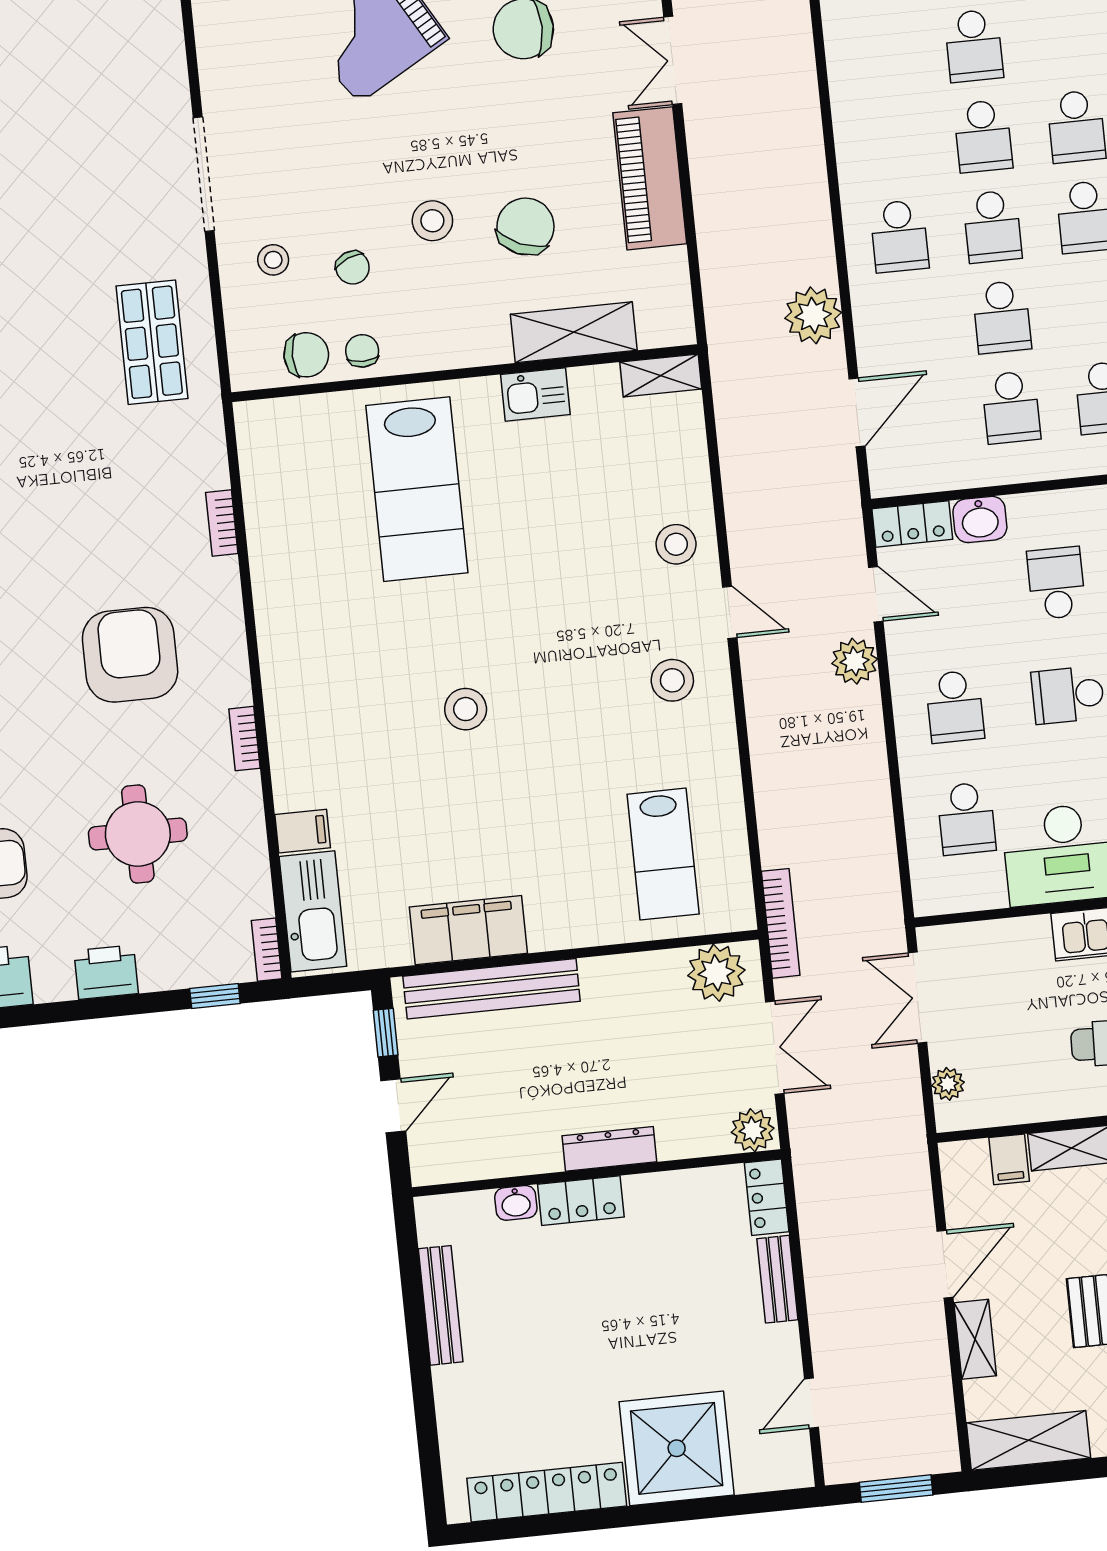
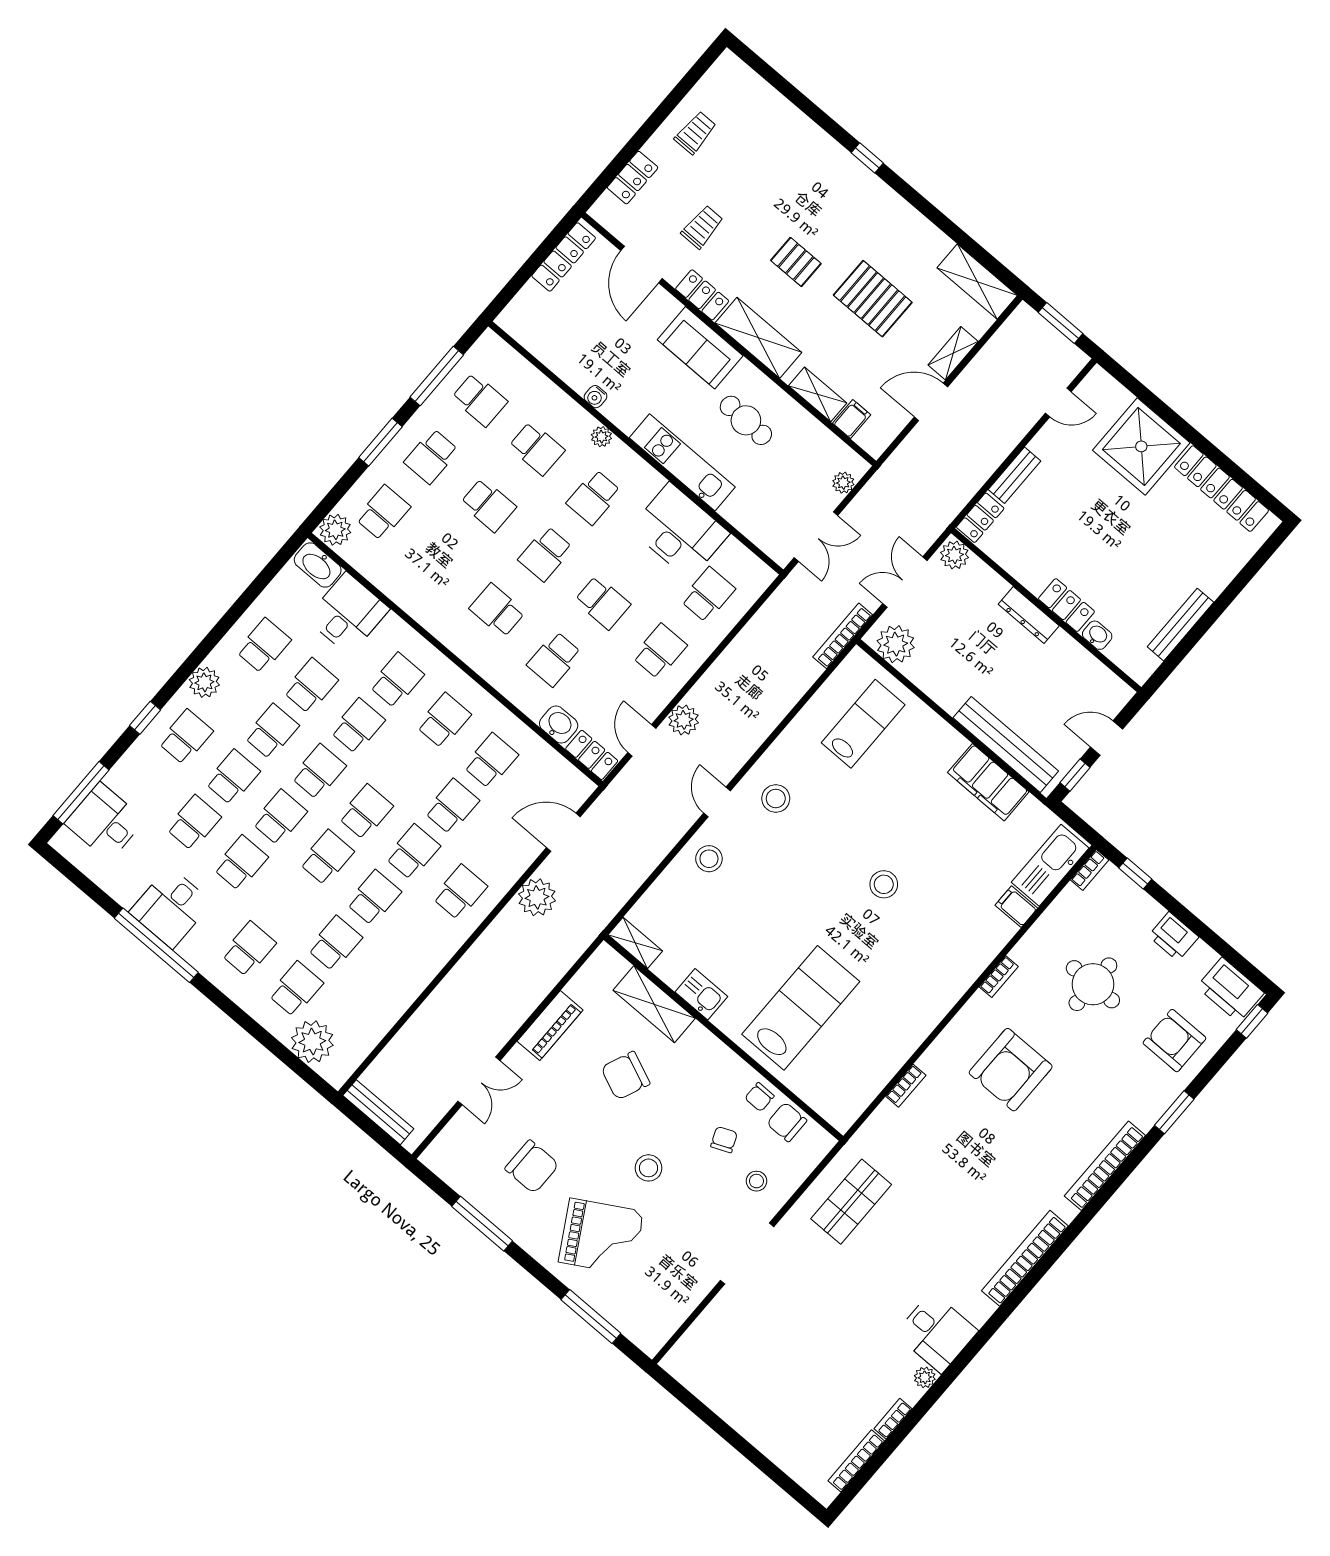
piano: (650, 178) -> (550, 1026), width x0.73, depth x0.75
stool: (432, 221) -> (649, 1168), moved

